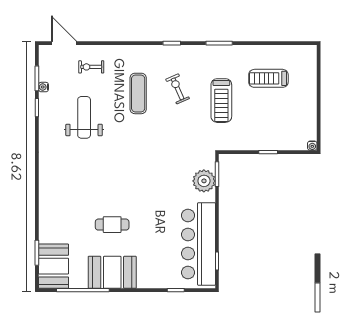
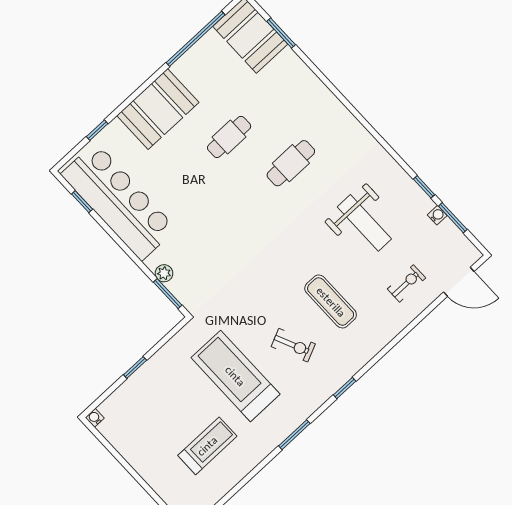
treadmill: (221, 101) -> (235, 376), width x1.37, depth x1.38
plant: (204, 181) -> (164, 273), width x0.53, depth x0.53
cafe table: (93, 182) -> (291, 163), added
booth: (112, 272) -> (158, 109), moved

